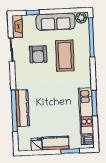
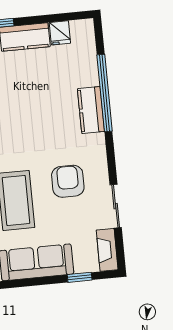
armchair: (38, 54) -> (68, 181), moved
kitchen counter: (22, 108) -> (91, 110), width x0.67

